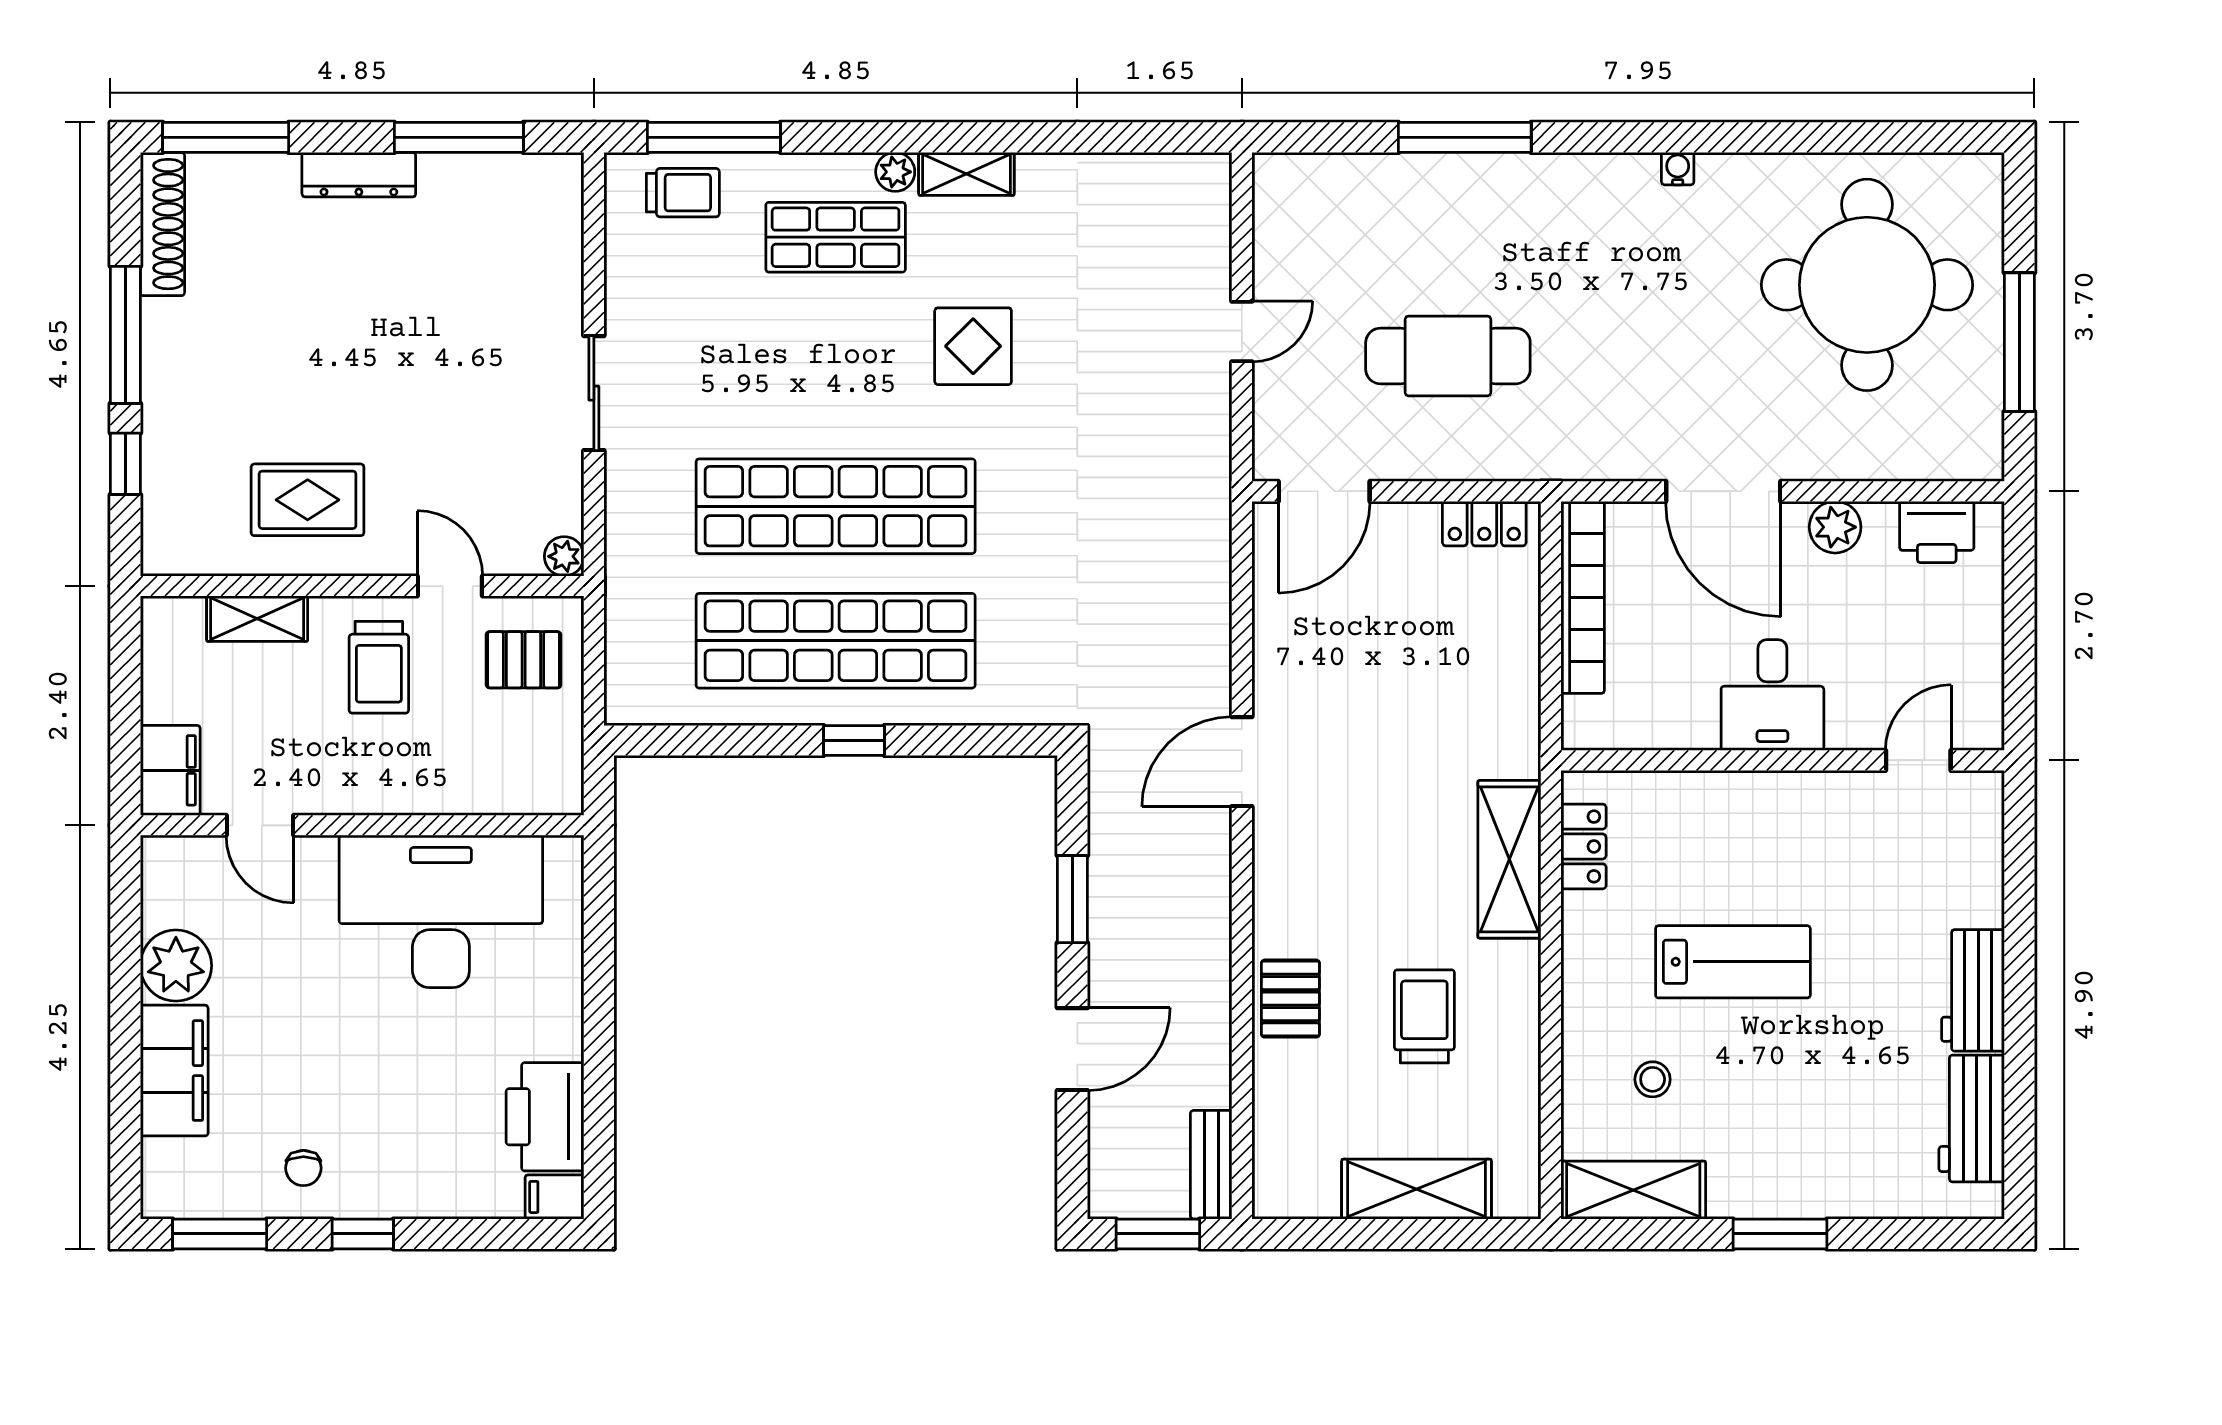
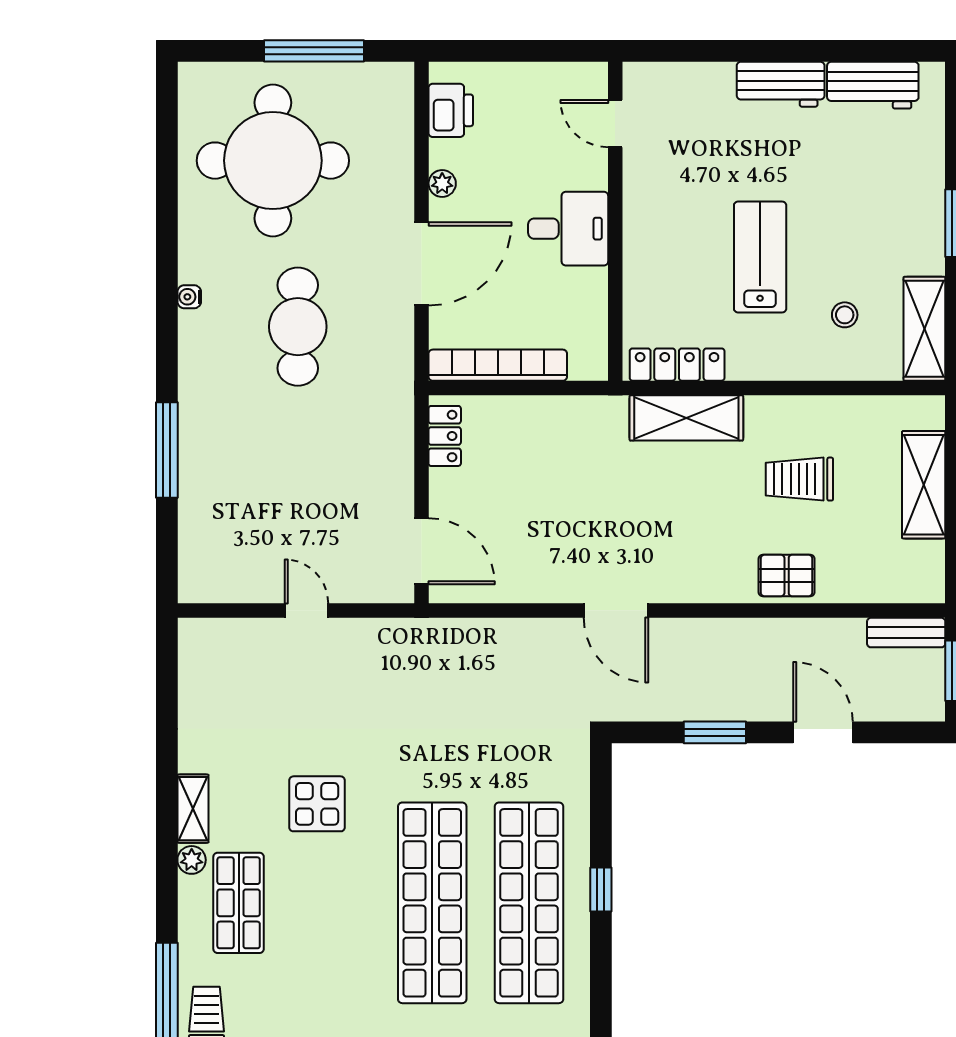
cafe table: (1448, 356) -> (298, 327), moved
plant: (1835, 527) -> (442, 183), width x0.73, depth x0.73
locker: (1583, 846) -> (677, 365), width x1.53

